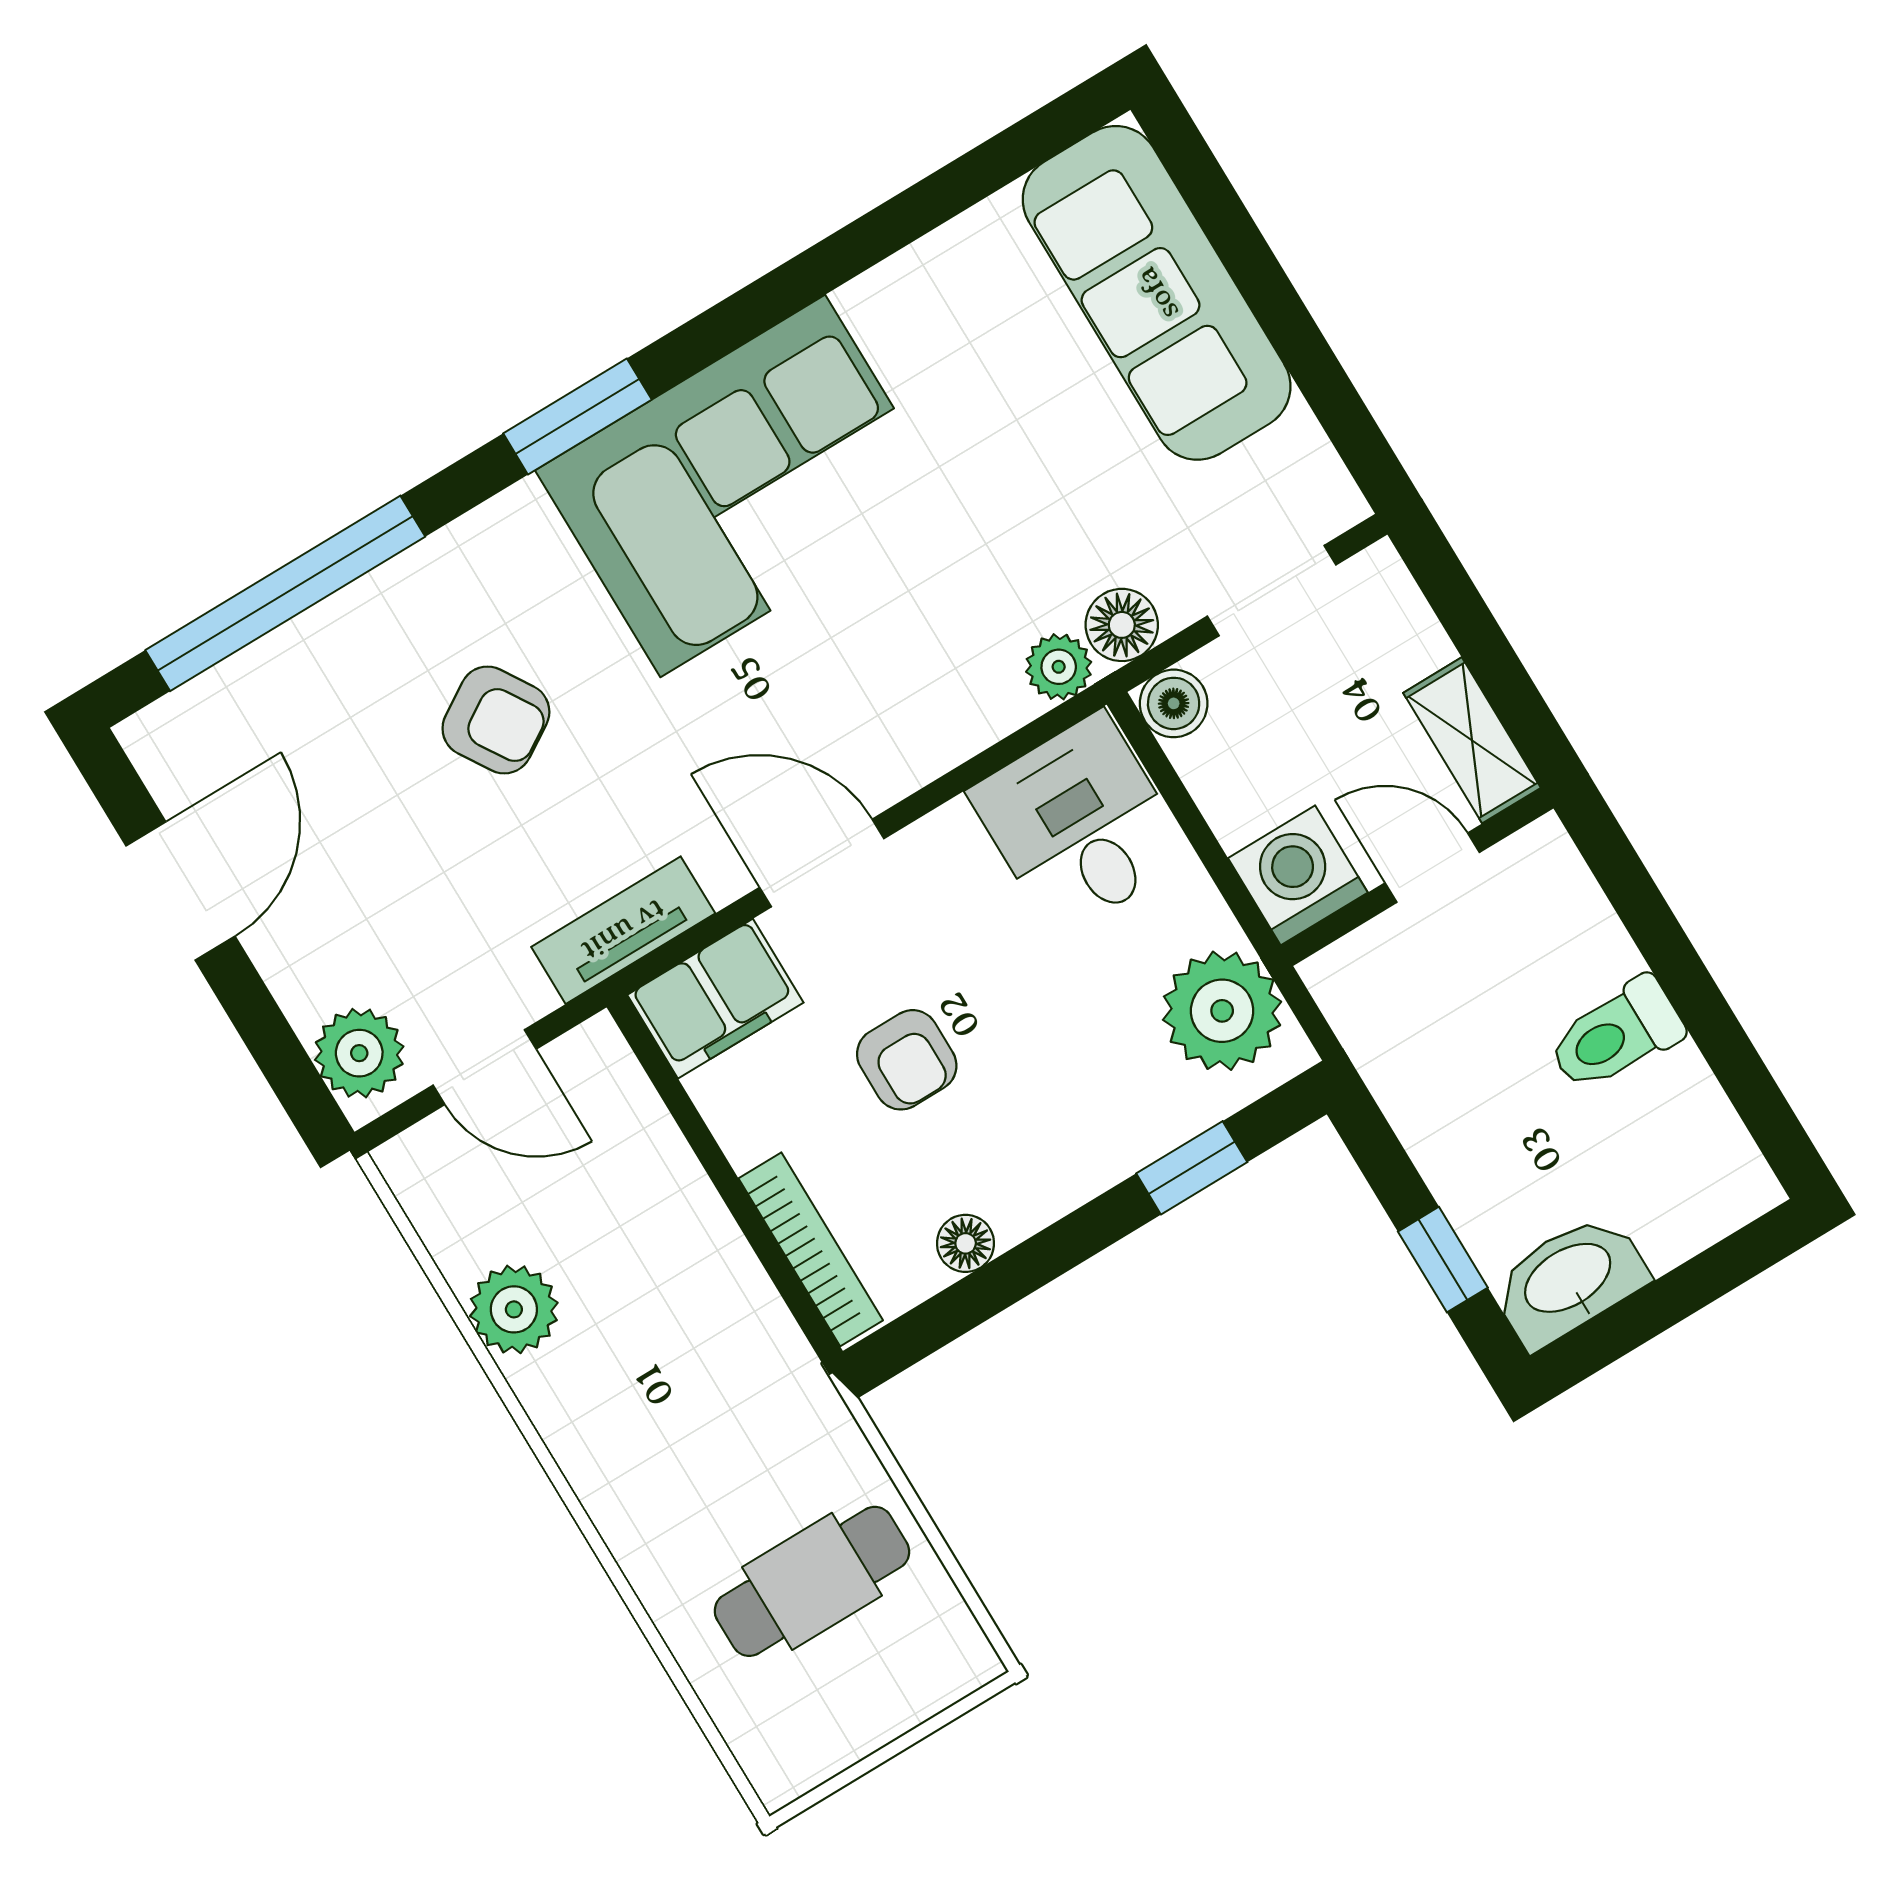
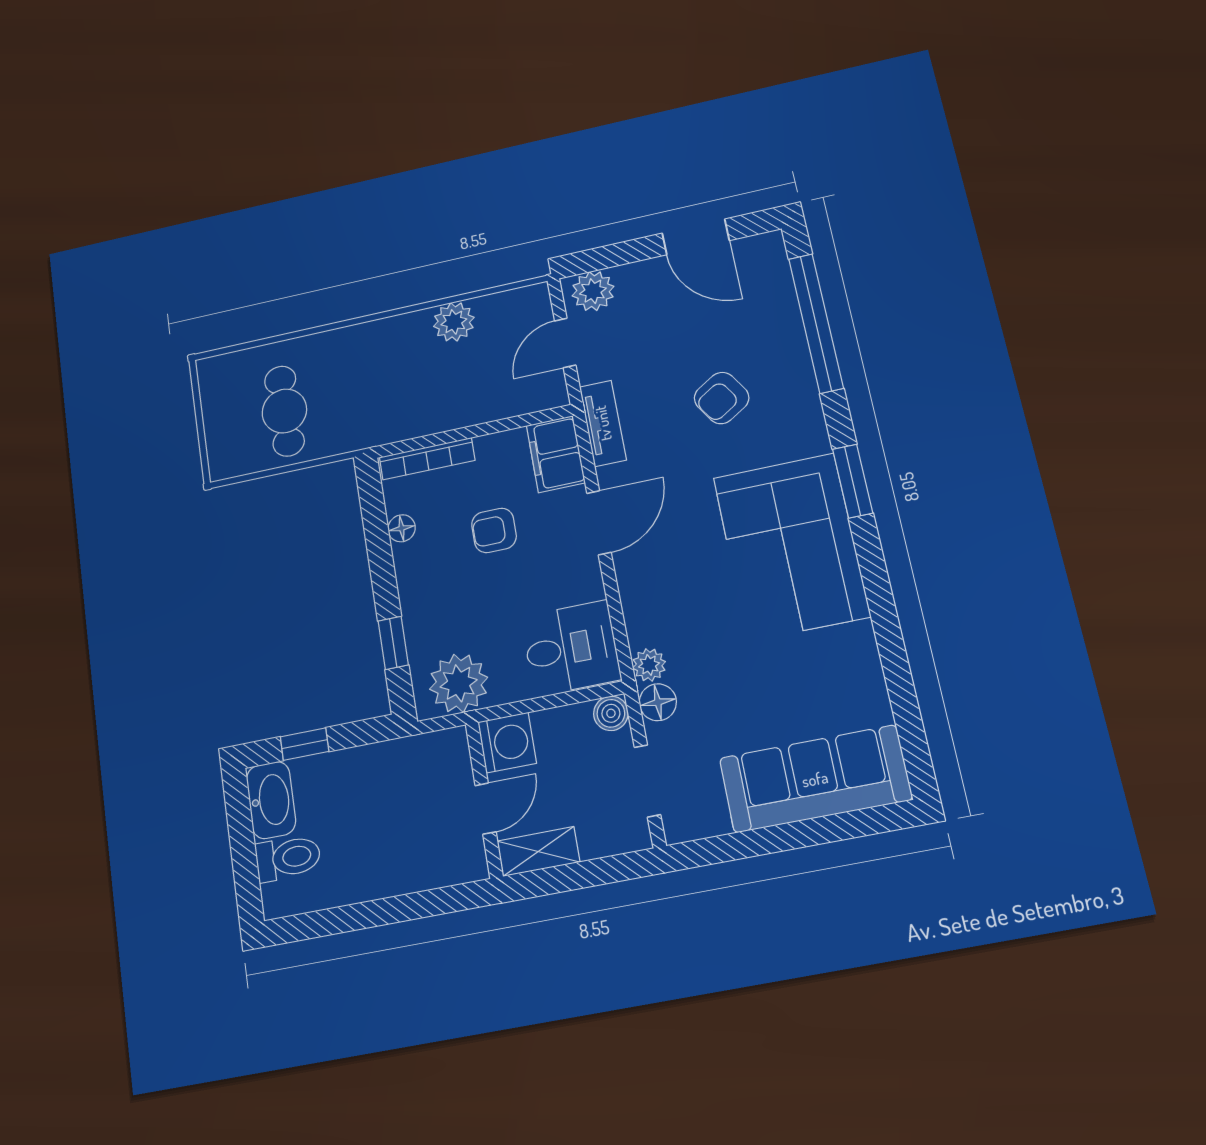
toilet: (1616, 1035) -> (288, 858), moved, turned 90

